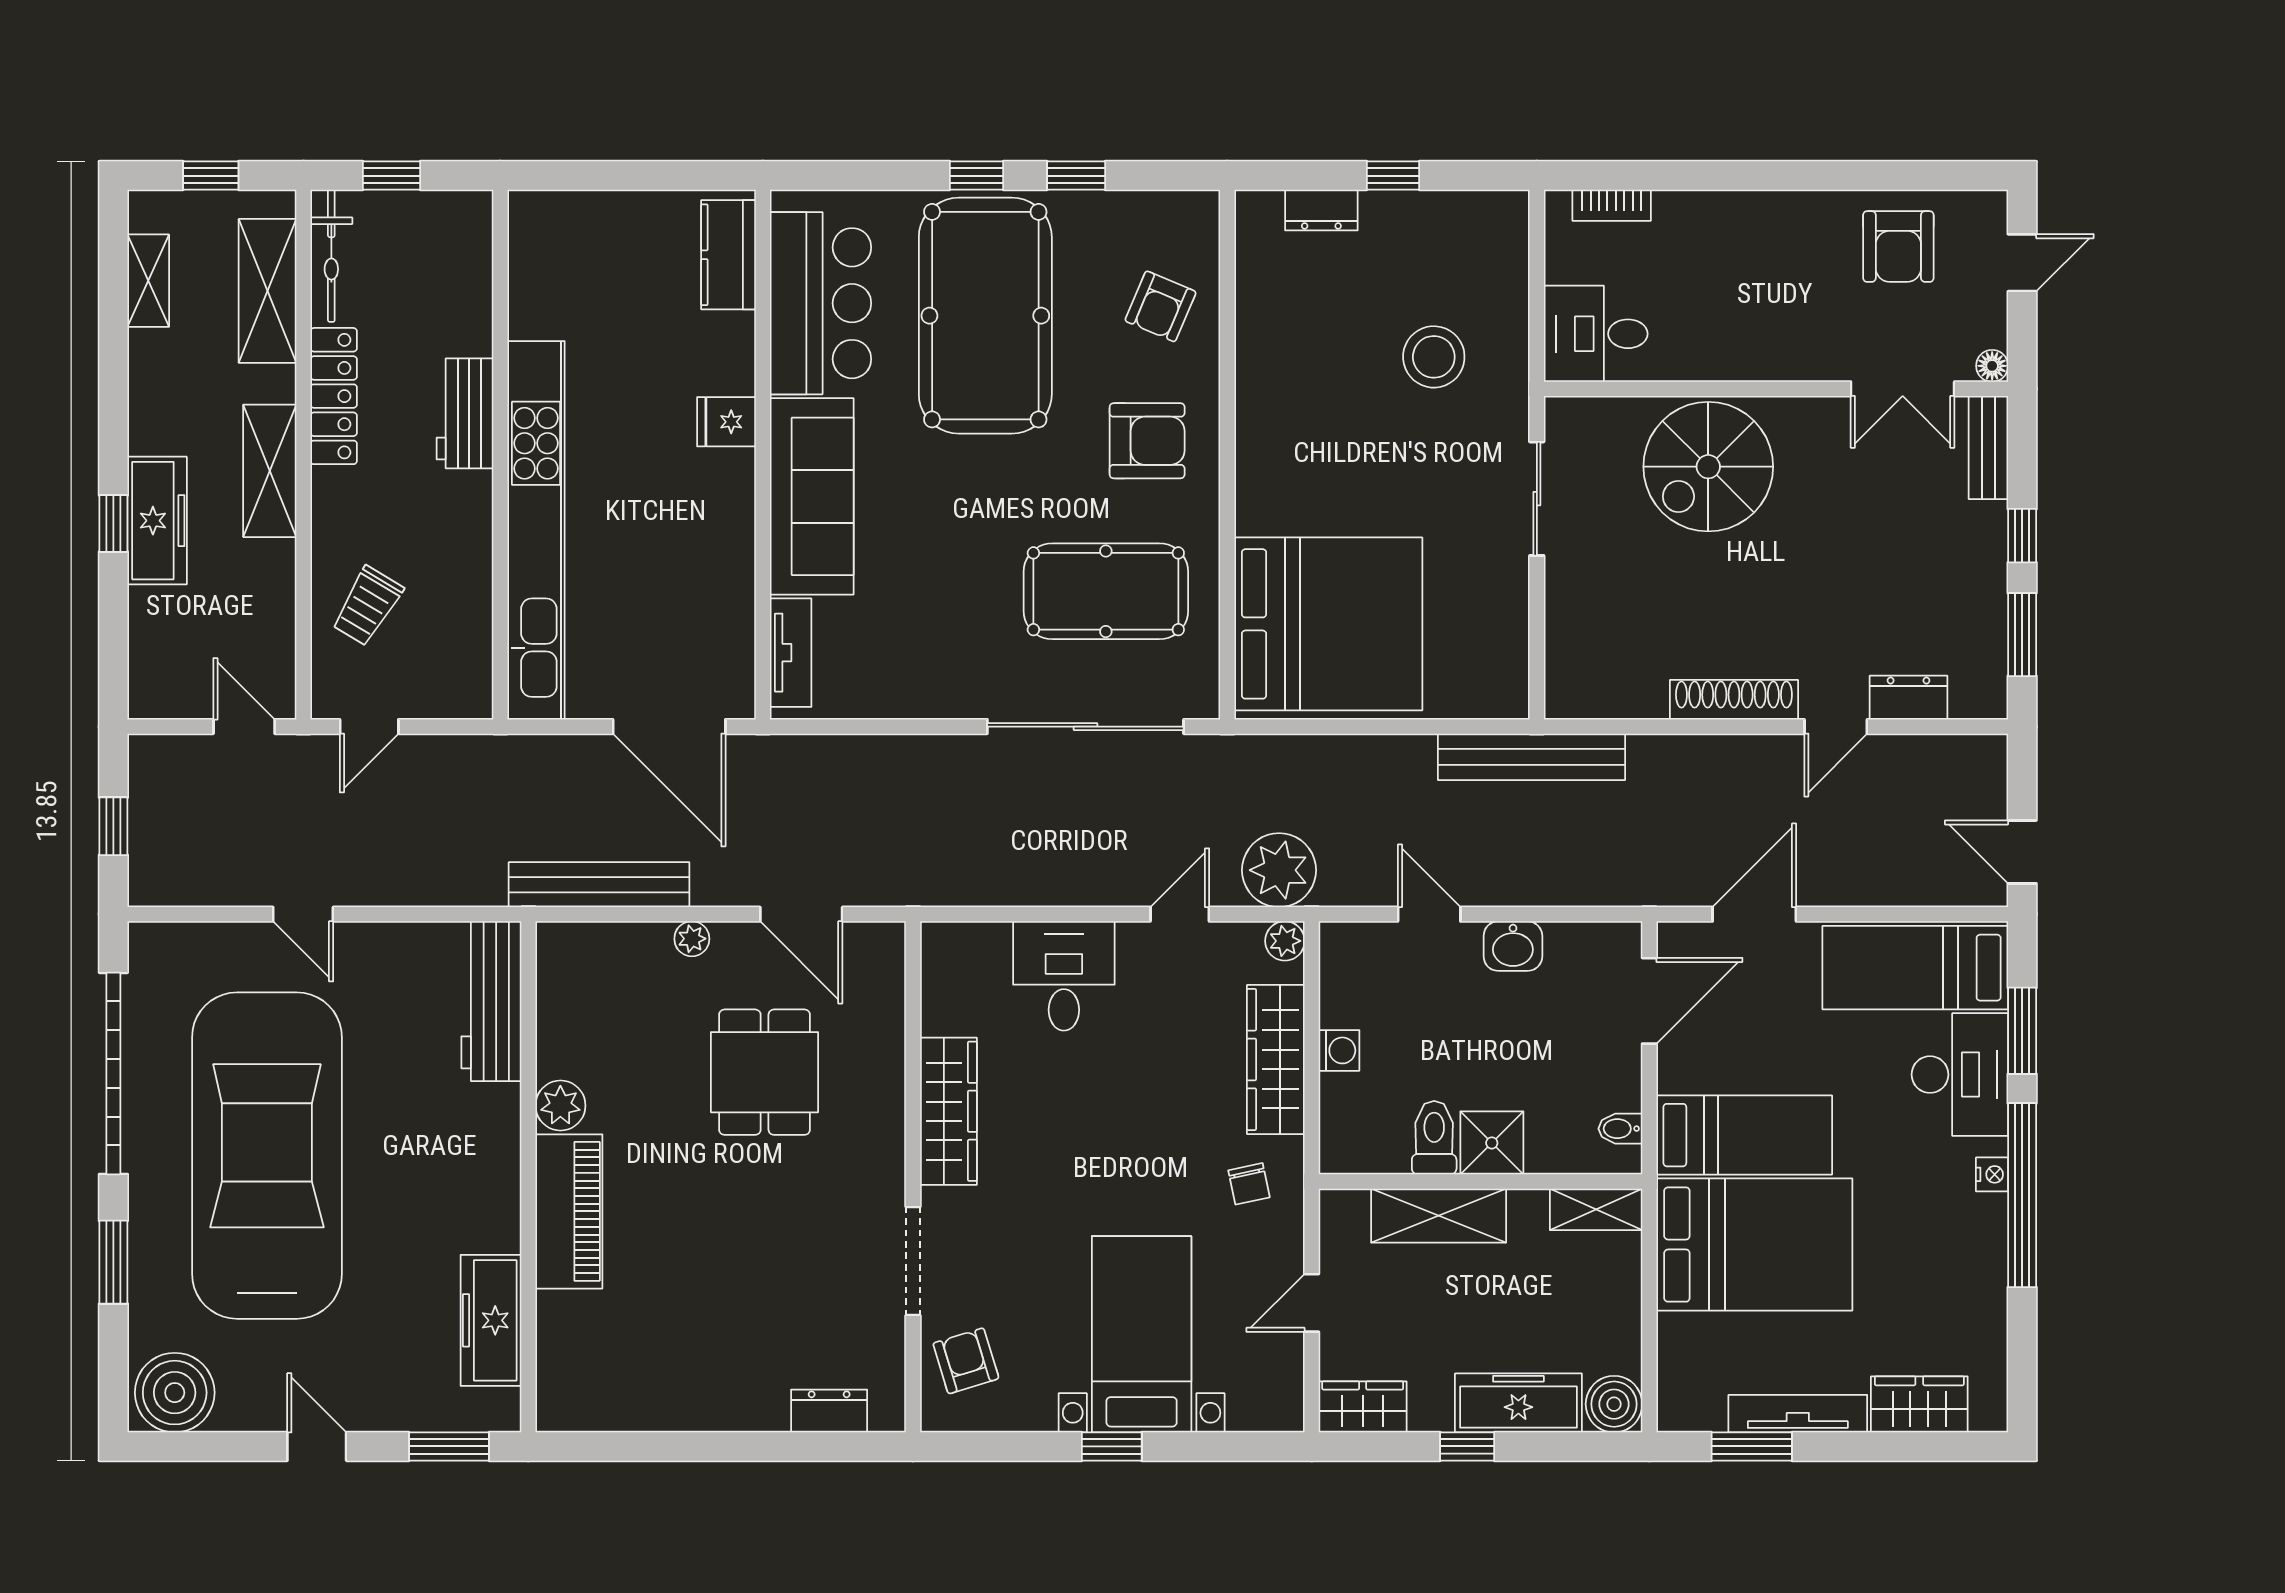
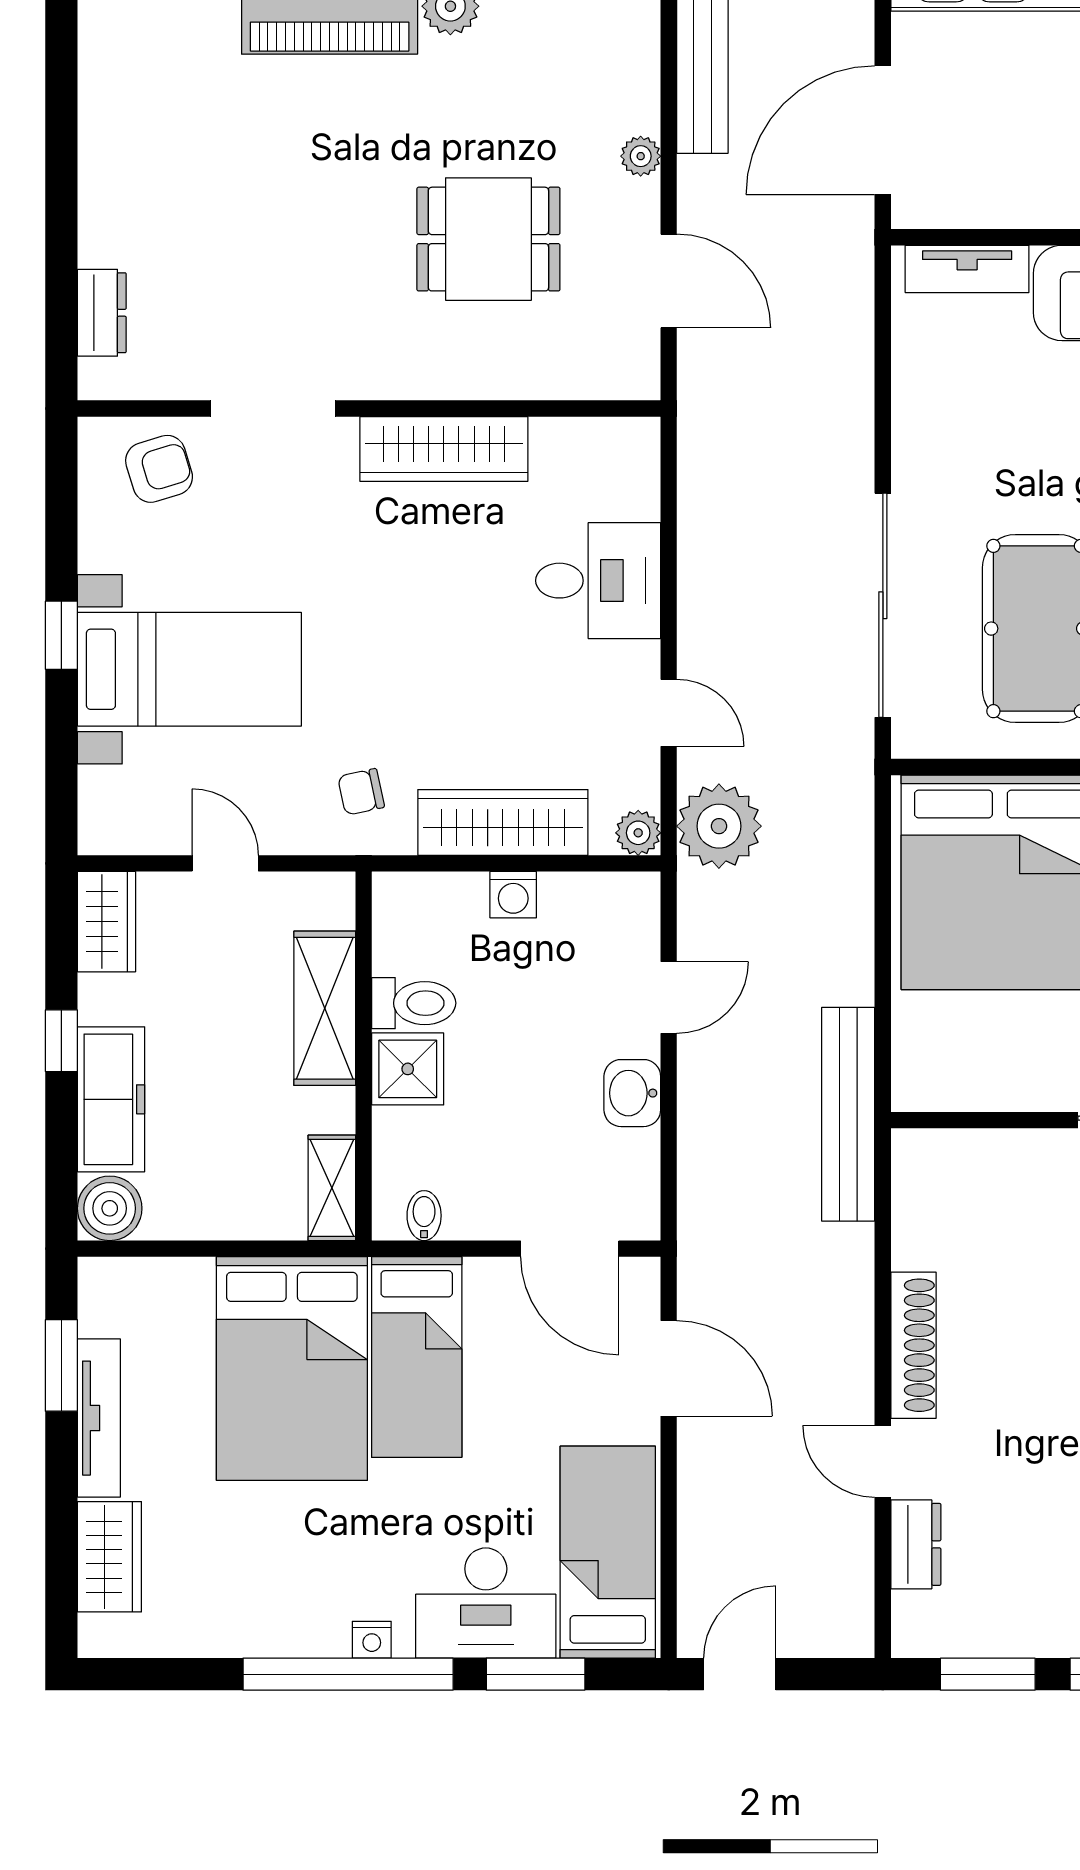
door: (801, 914) -> (669, 281), swing flipped

